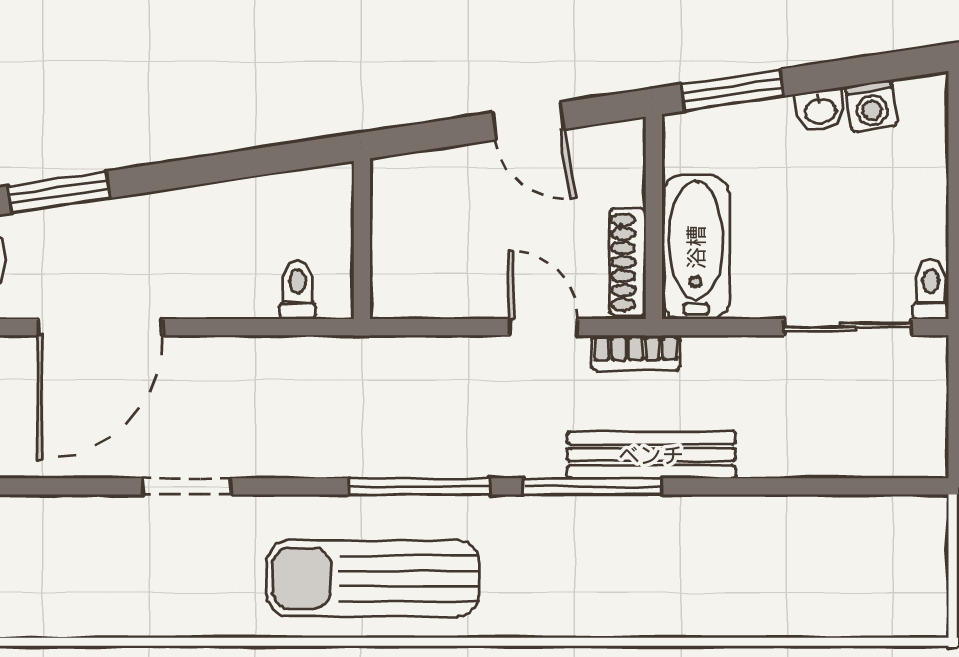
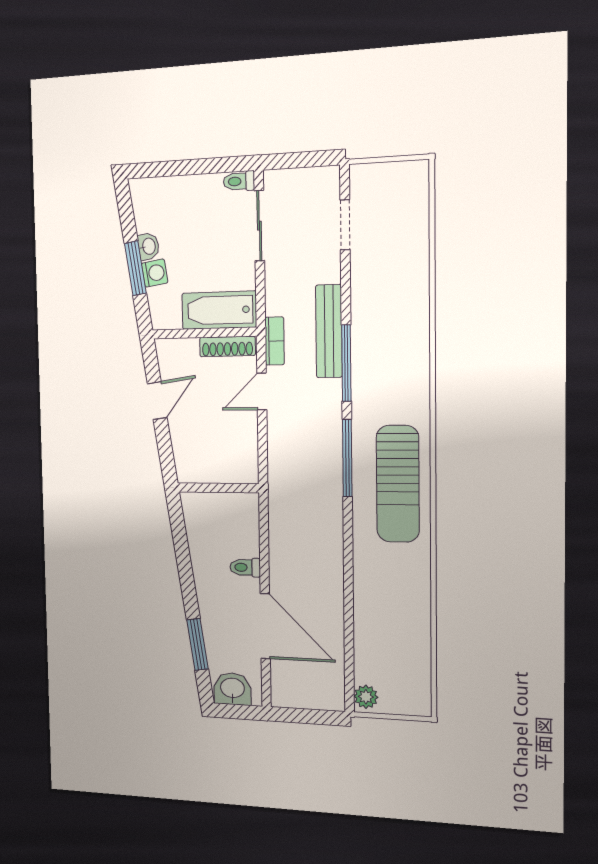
window: (732, 90) -> (135, 268), moved
washing machine: (872, 106) -> (155, 273), moved
toilet: (298, 290) -> (245, 567), moved
doorway: (186, 486) -> (345, 225), moved

